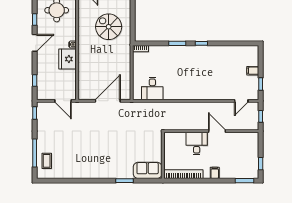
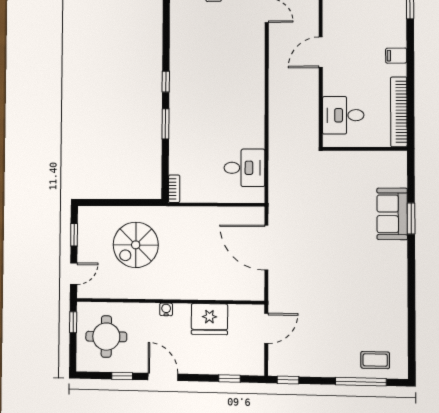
fridge: (67, 59) -> (209, 319), moved
desk: (197, 144) -> (343, 115), moved
sofa: (148, 170) -> (392, 214), moved

